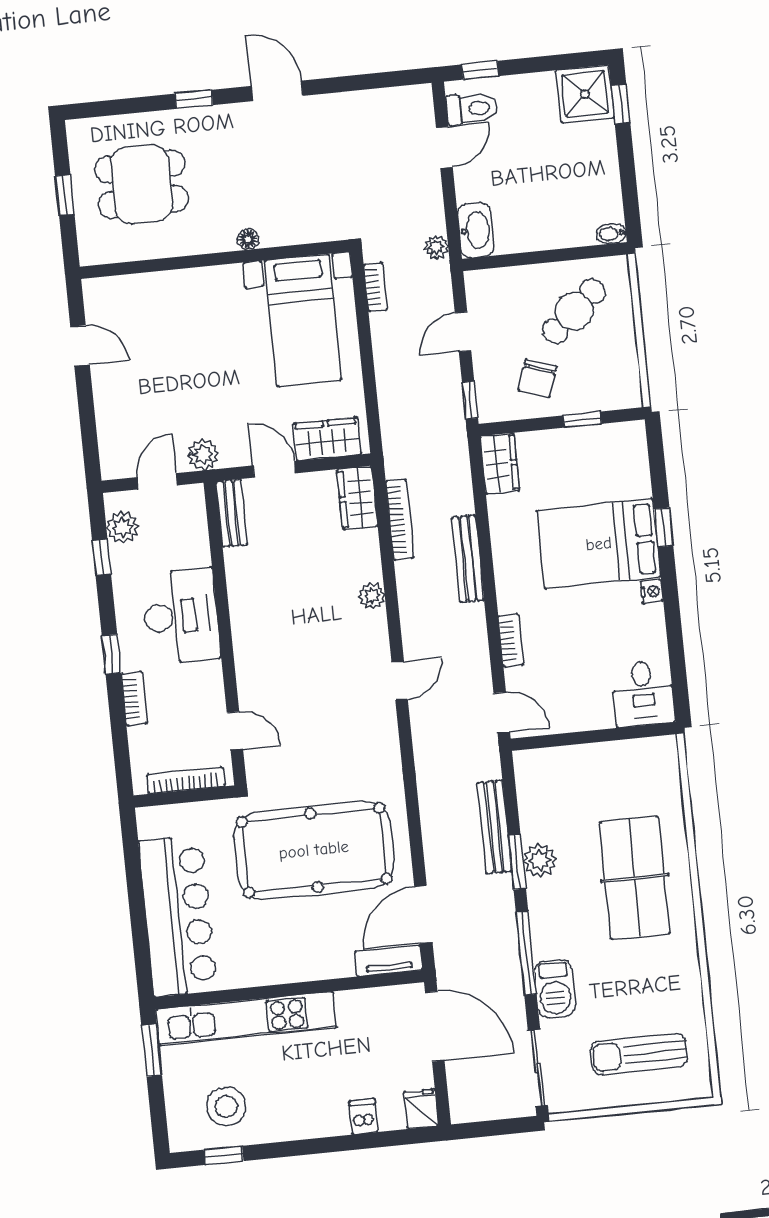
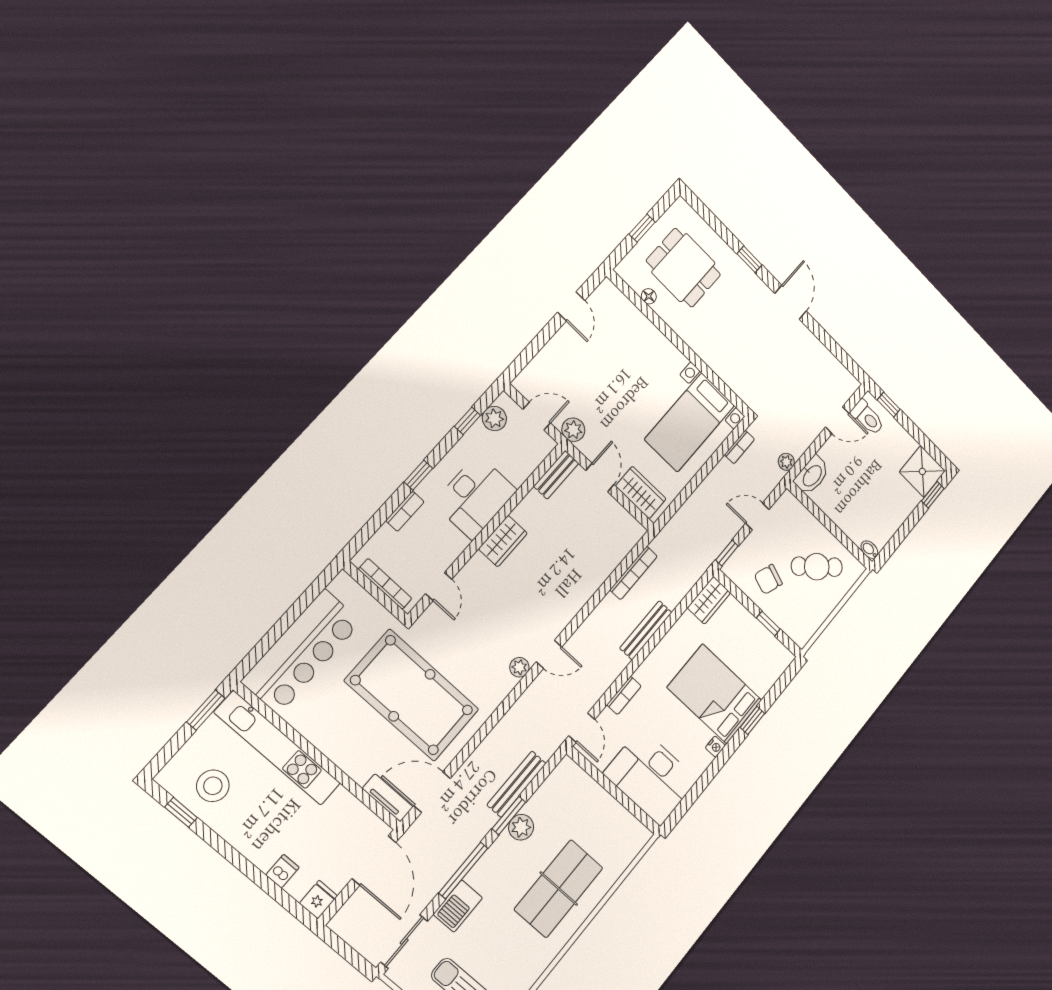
floor lamp: (248, 239) -> (649, 296), moved
wardrobe: (357, 498) -> (503, 541), moved, turned 180
plant: (372, 596) -> (519, 667), moved
desk: (643, 693) -> (651, 777), width x1.87, depth x1.30

